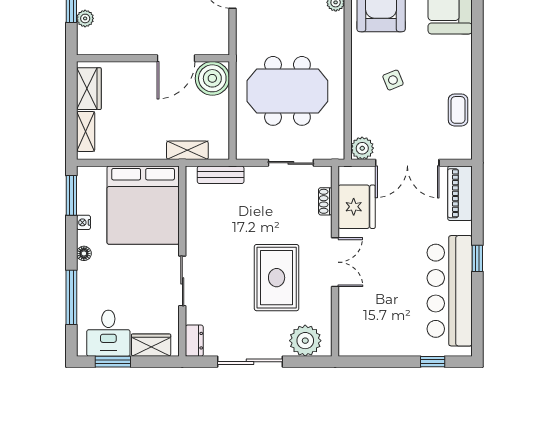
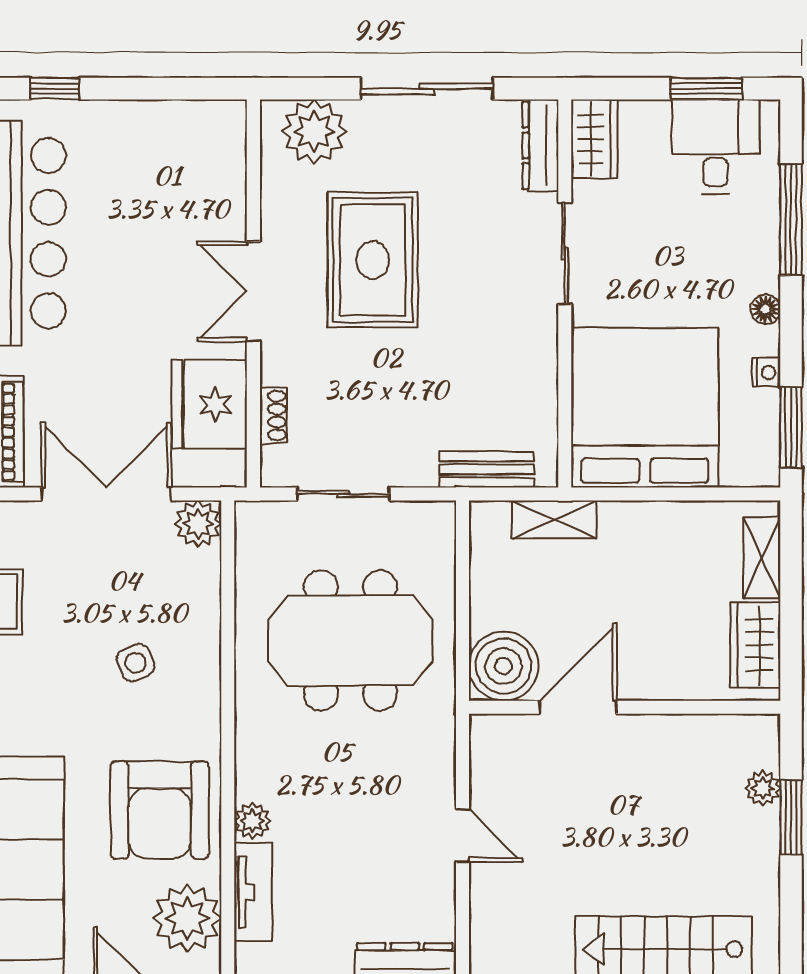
dresser: (194, 341) -> (540, 145), width x1.44
wardrobe: (151, 345) -> (594, 139), moved, turned -90

